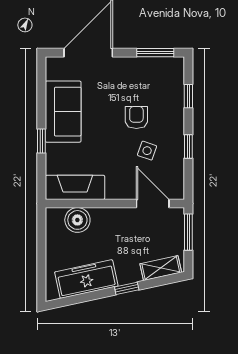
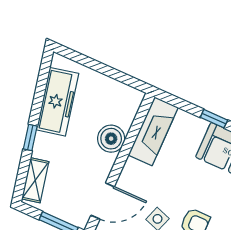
boiler: (77, 220) -> (111, 139), moved

